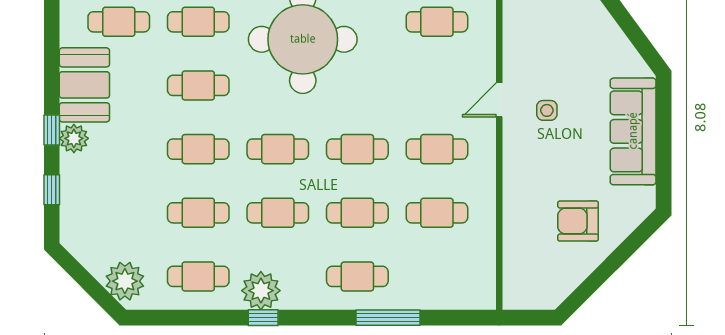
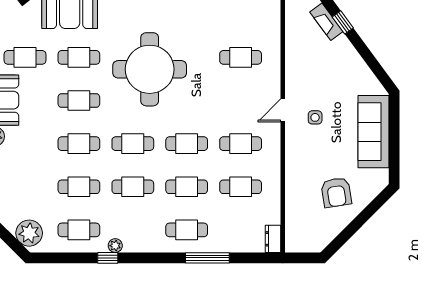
armchair: (578, 221) -> (336, 192), turned -99
dresser: (485, 290) -> (273, 239), added
plant: (261, 291) -> (115, 246), width x0.53, depth x0.53
window: (263, 318) -> (108, 258), moved

